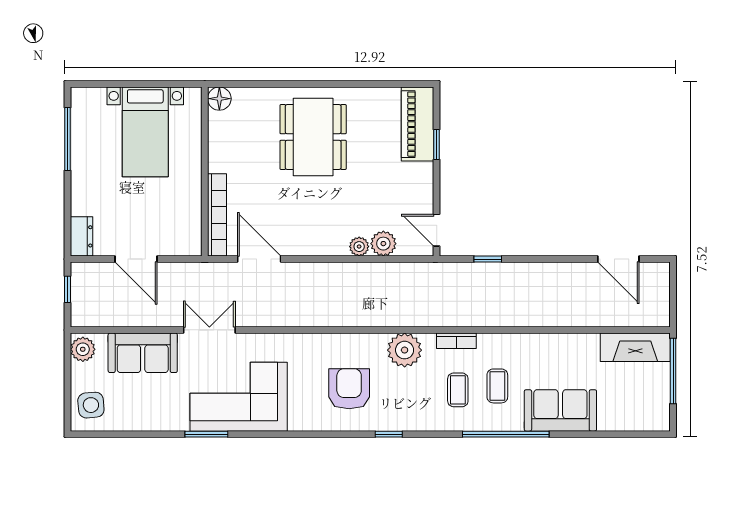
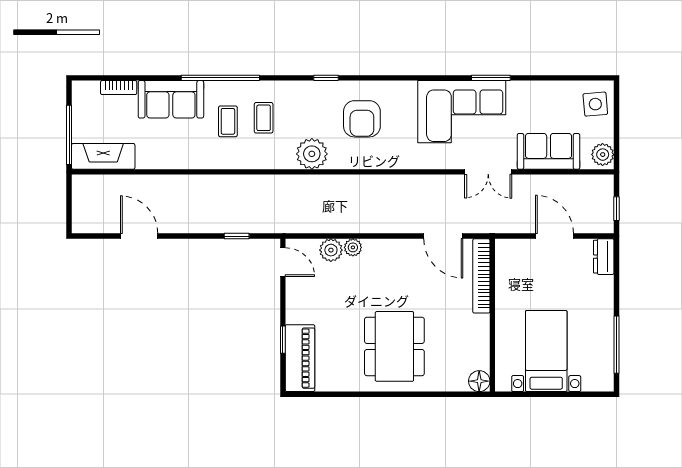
door: (618, 259) -> (139, 236), moved
bookcase: (456, 341) -> (119, 88), moved, turned 180

